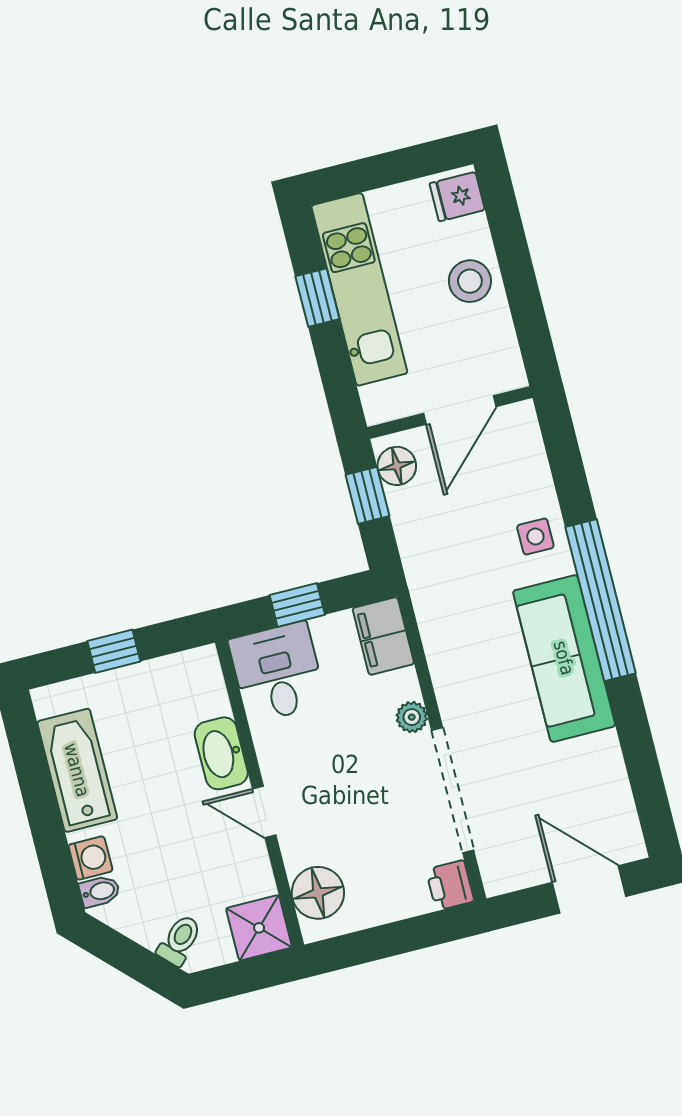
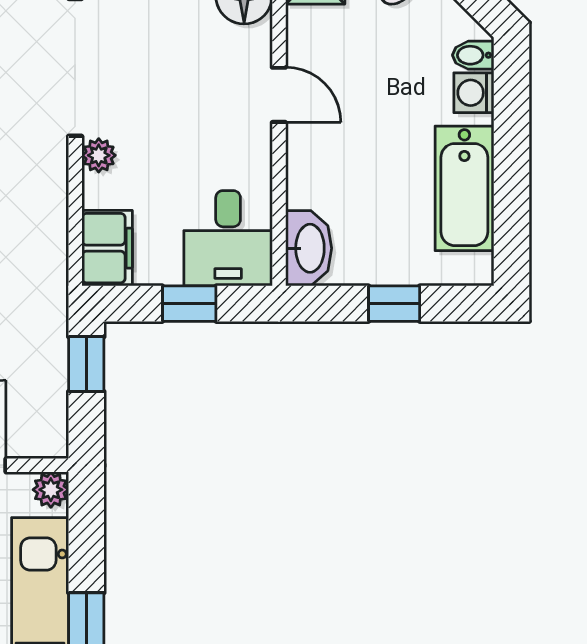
plant: (379, 407) -> (51, 490), added
floor lamp: (397, 466) -> (48, 423), removed
window: (368, 495) -> (86, 364), moved
washbasin: (221, 753) -> (309, 248), moved

